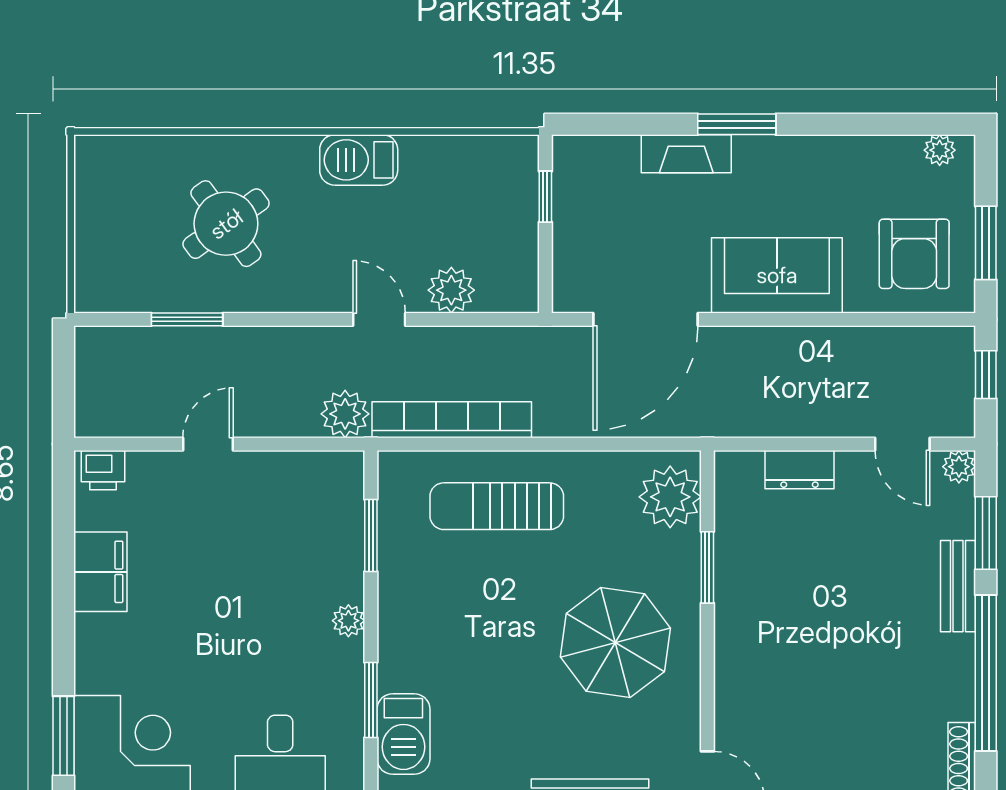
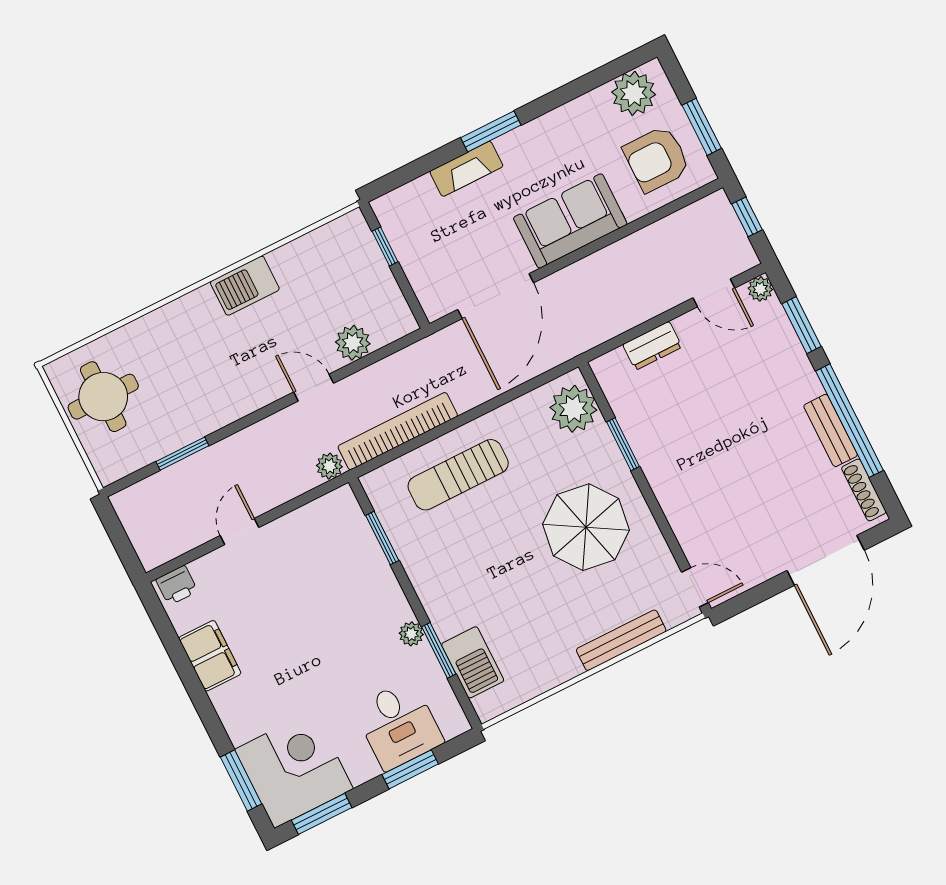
plant: (940, 150) -> (634, 93), width x1.88, depth x1.88
round table: (226, 224) -> (103, 397), moved, turned 36
armchair: (914, 254) -> (657, 159), turned 90
plant: (345, 414) -> (329, 466), width x0.73, depth x0.73
bench: (958, 586) -> (831, 430), moved
plant: (348, 621) -> (411, 634), moved

